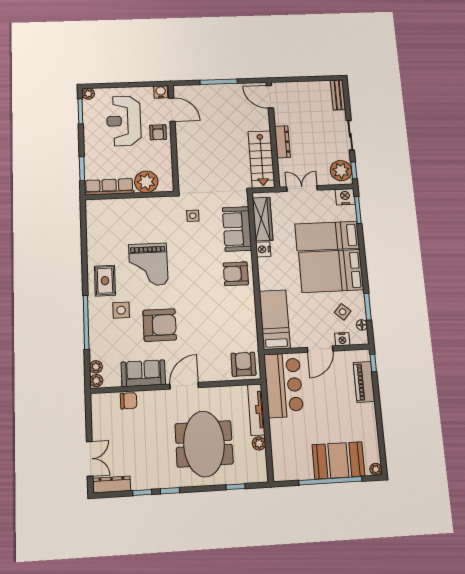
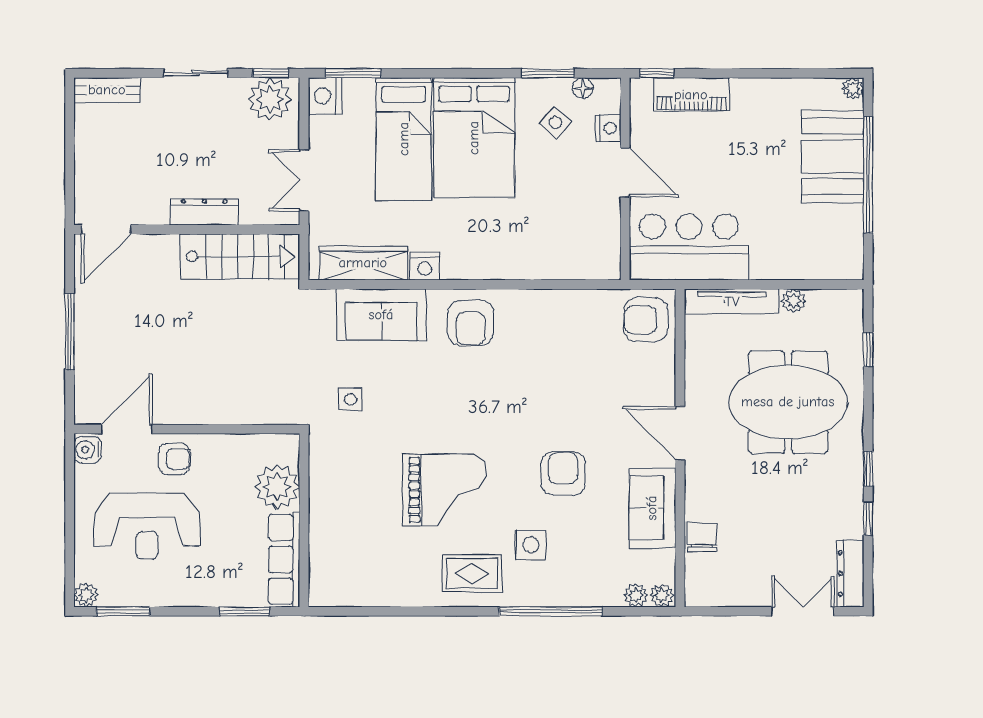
bed: (275, 320) -> (564, 255), removed
armchair: (160, 325) -> (563, 473), width x0.73, depth x0.73

